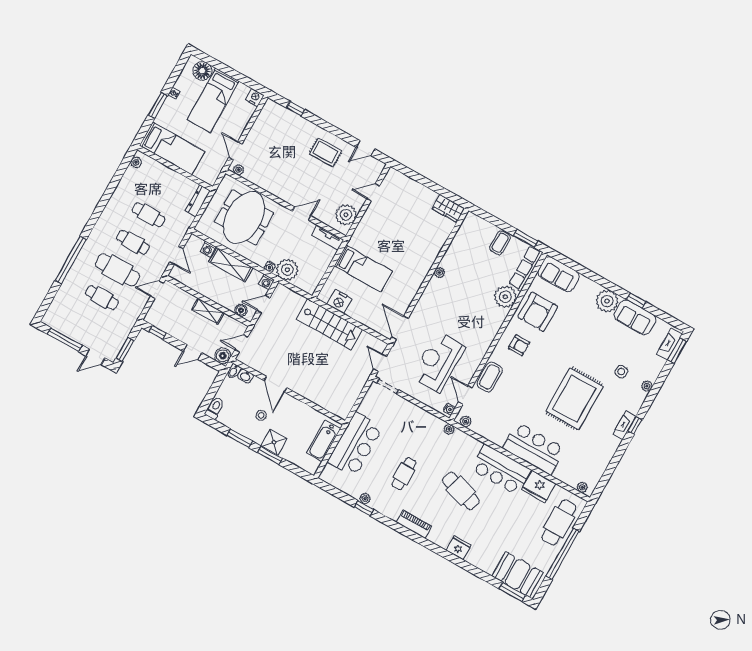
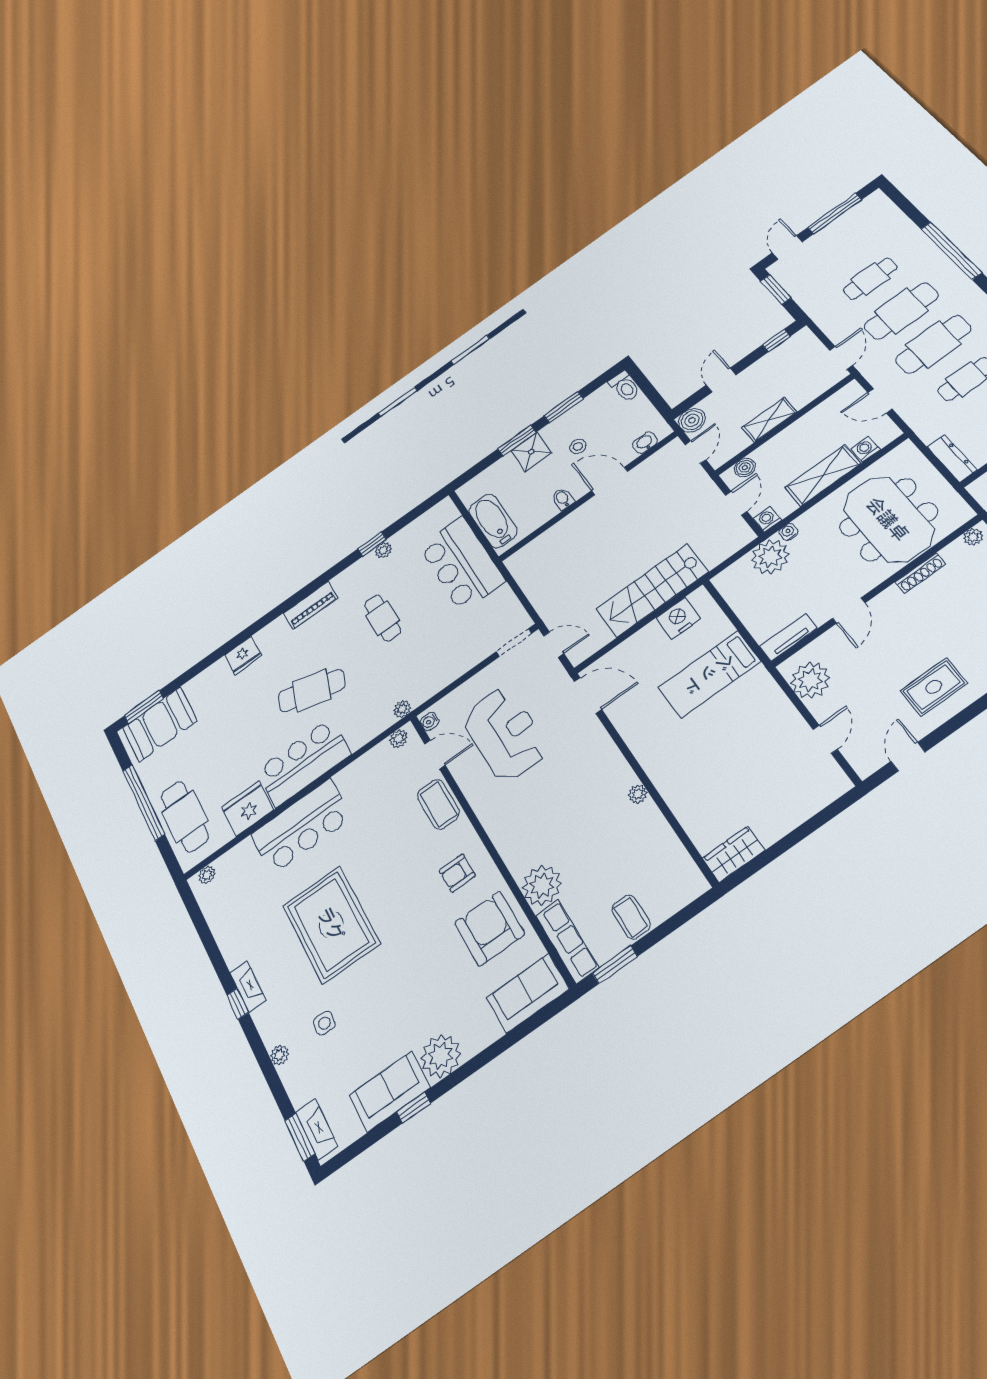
shoe rack: (268, 187) -> (920, 573), added
cafe table: (133, 242) -> (933, 344), width x1.37, depth x1.35
bidet: (234, 371) -> (563, 499), moved

